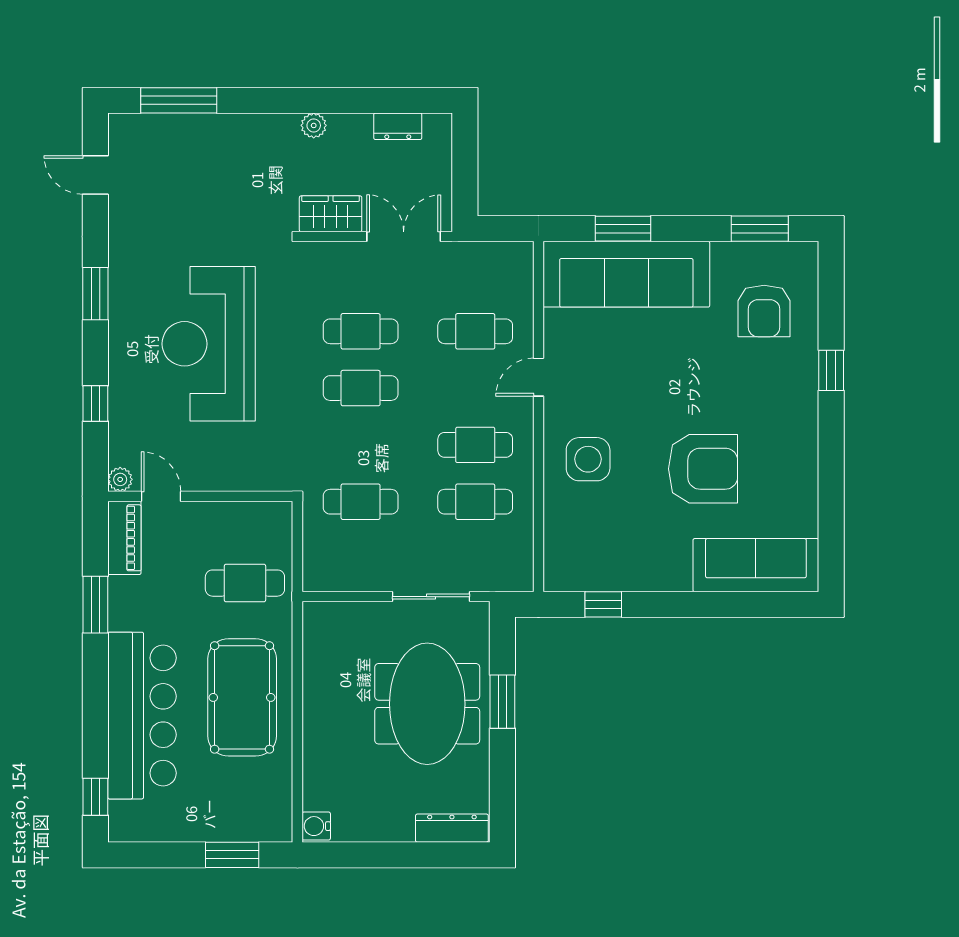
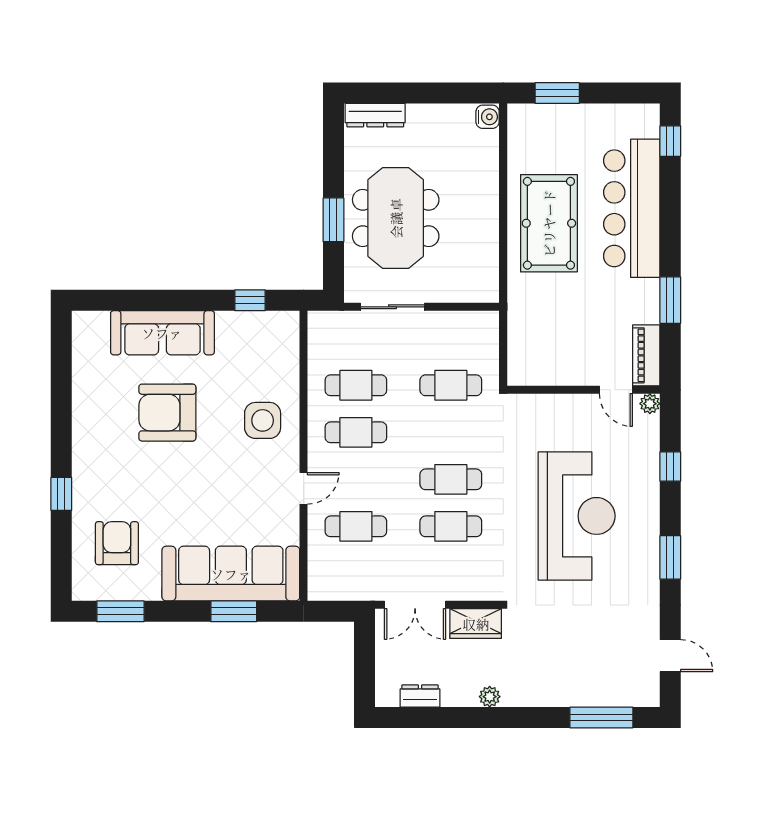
sofa: (756, 565) -> (162, 333), moved
cafe table: (245, 583) -> (546, 318), removed

